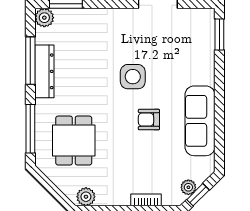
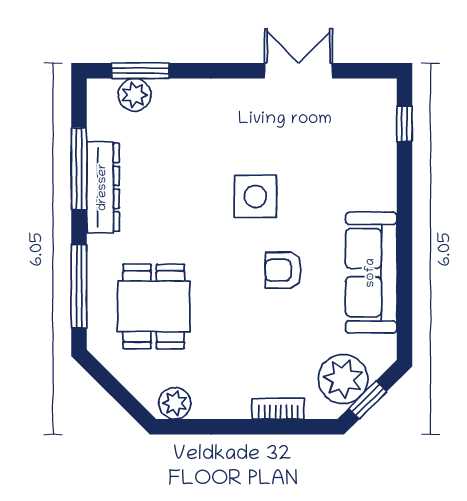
plant: (44, 18) -> (135, 95), moved
window: (219, 34) -> (404, 124), width x0.67
plant: (188, 187) -> (343, 379), width x1.87, depth x1.87

